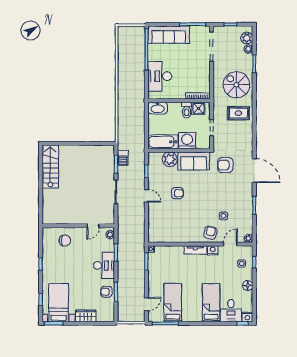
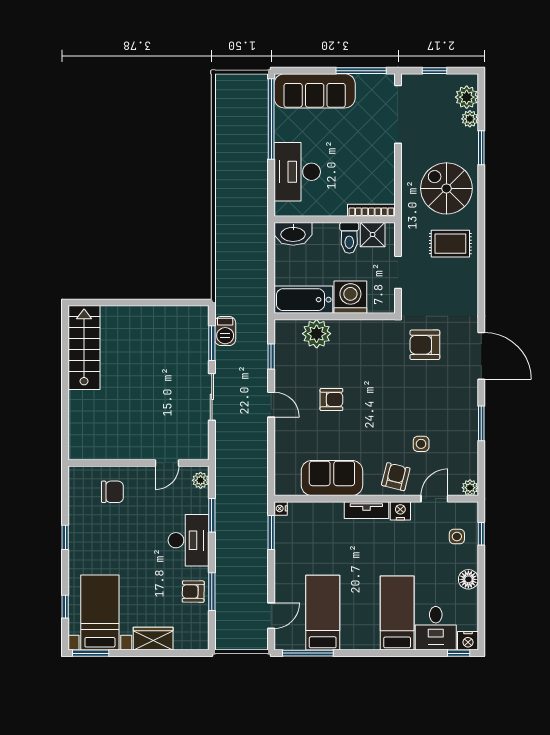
sofa: (194, 161) -> (332, 478), moved, turned 180

